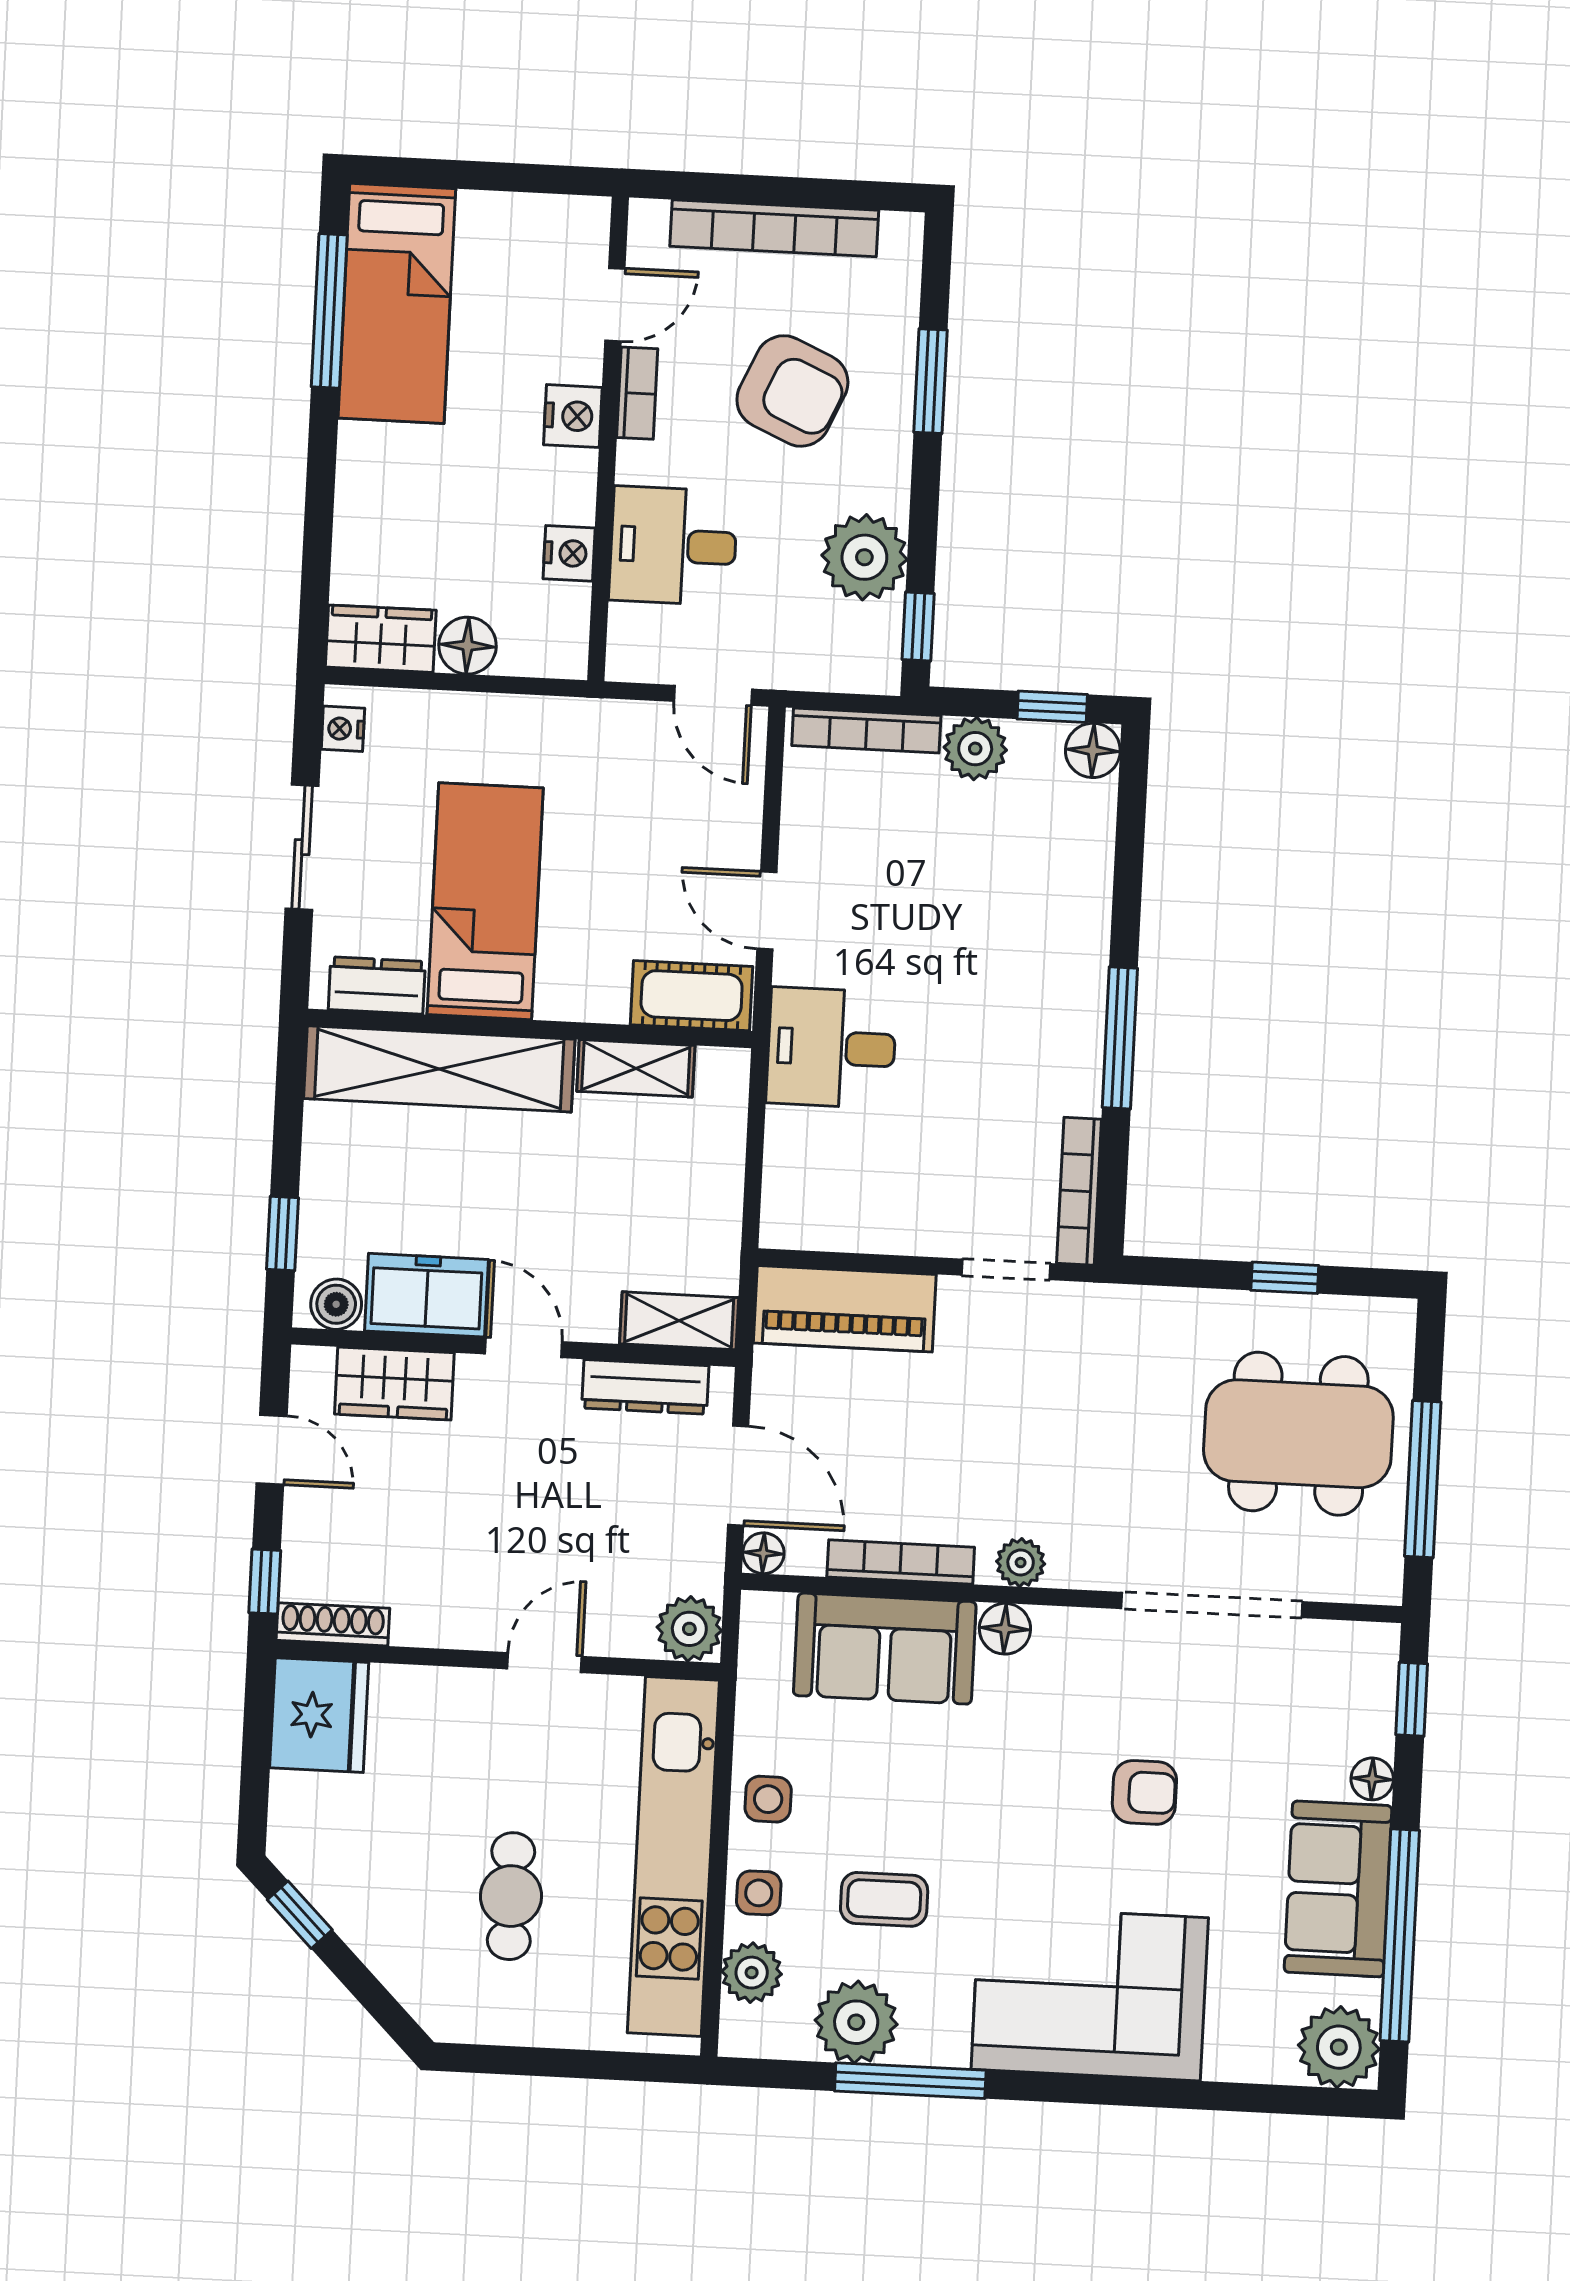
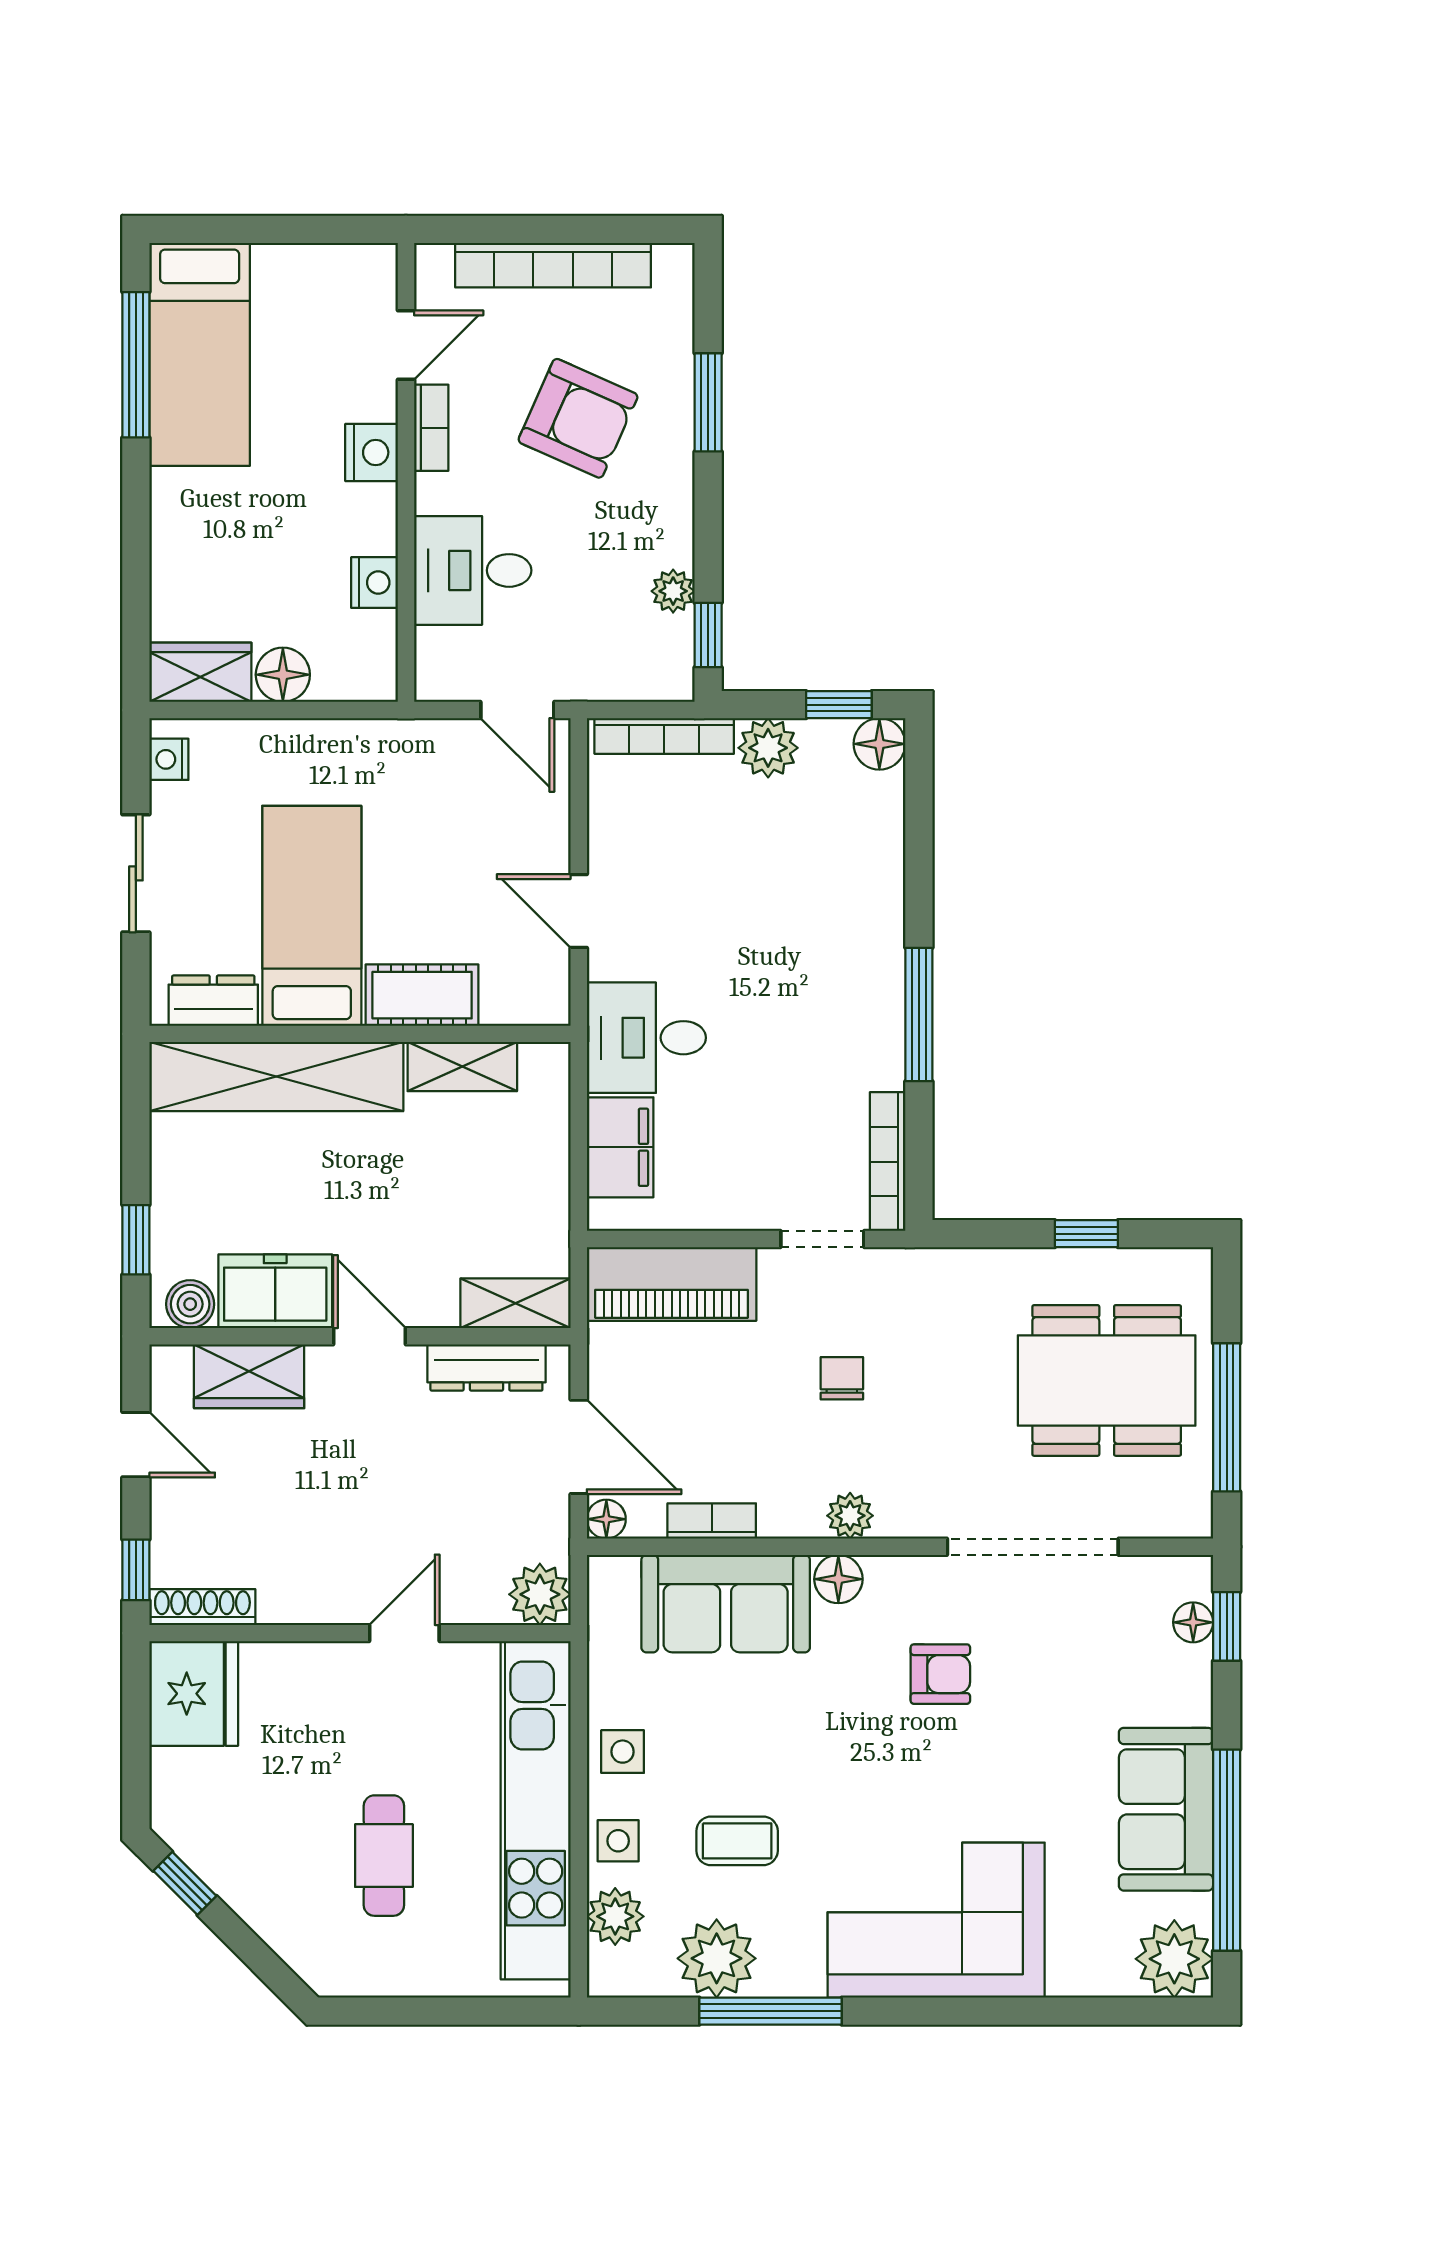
plant: (864, 557) -> (673, 591), width x0.53, depth x0.53
cot: (692, 996) -> (422, 995), moved
filing cabinet: (798, 1162) -> (620, 1147), added
chair: (1019, 1417) -> (842, 1378), added
bookcase: (901, 1562) -> (712, 1521), width x0.64
floor lamp: (1372, 1779) -> (1193, 1622), moved
armchair: (1144, 1792) -> (940, 1674), moved

